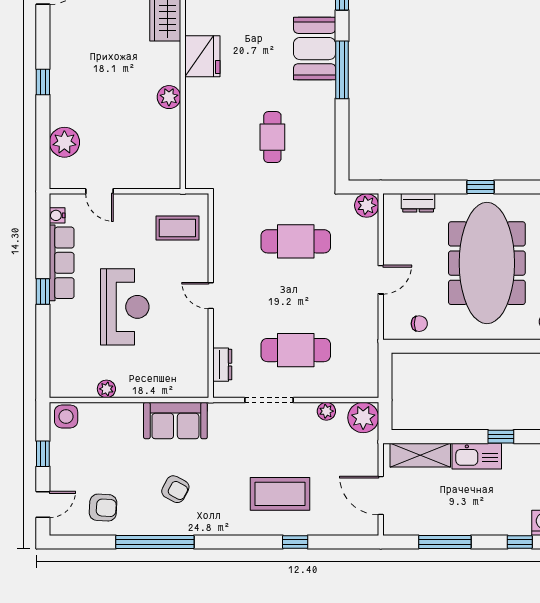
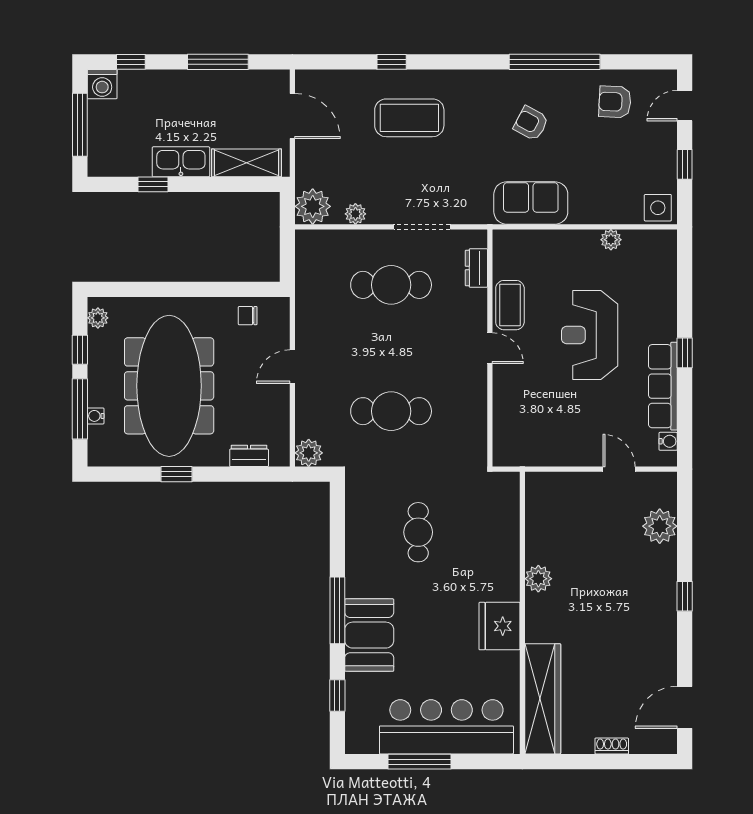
coffee table: (177, 228) -> (510, 305), moved, turned 90

